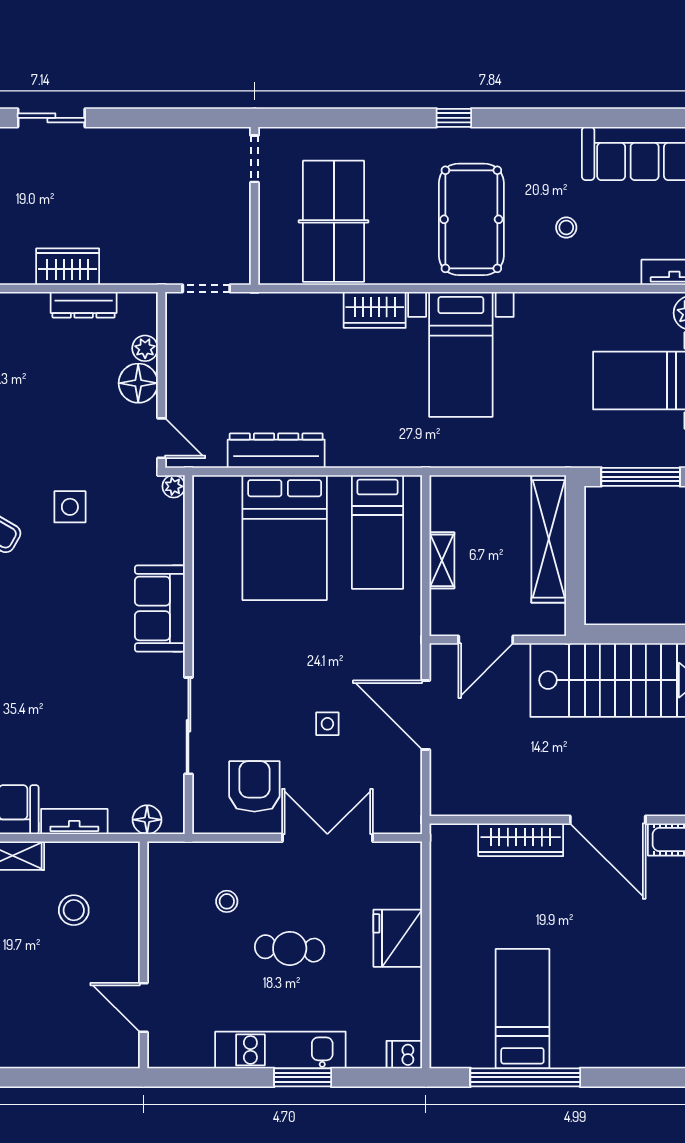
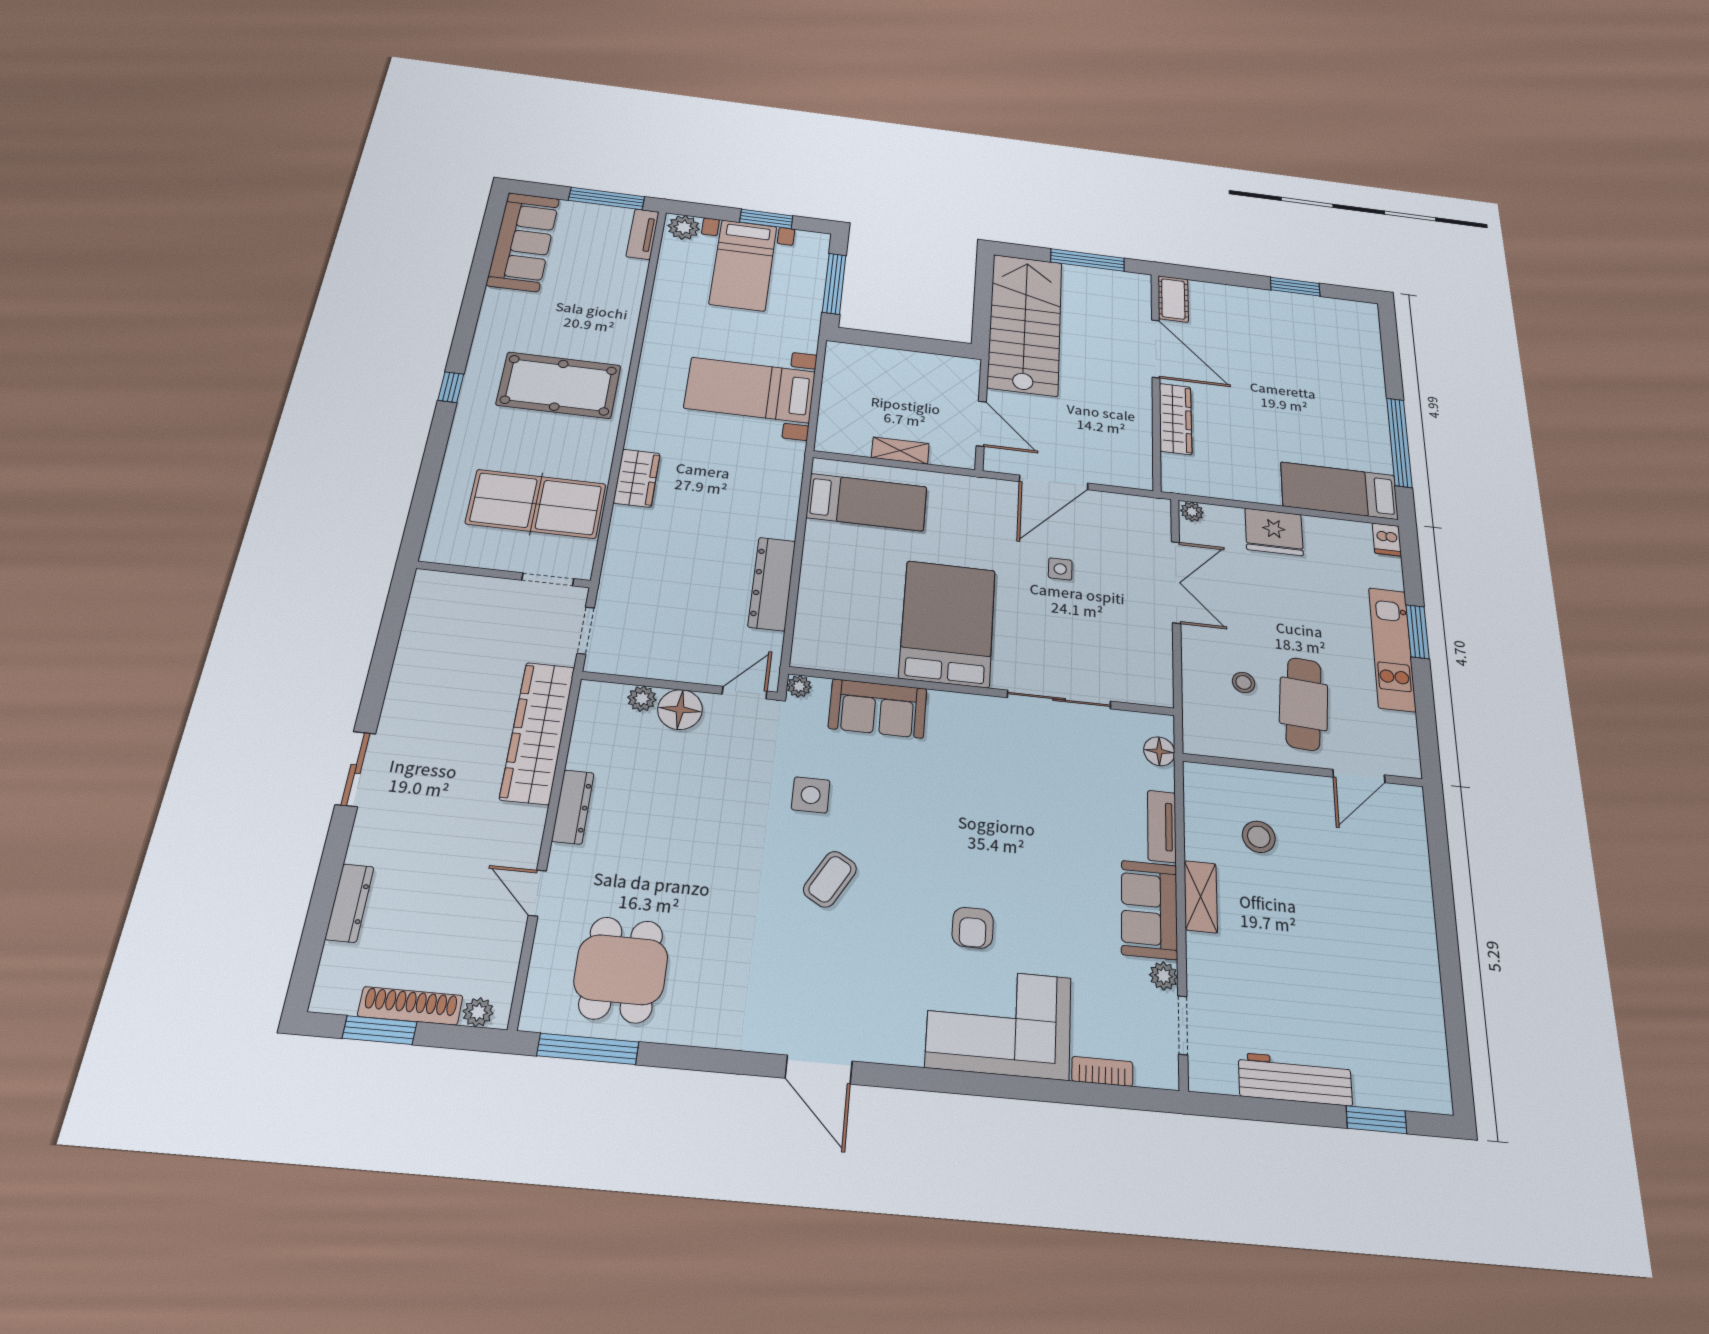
doorway: (255, 159) -> (548, 579), moved
stool: (566, 228) -> (583, 310), removed
wardrobe: (68, 267) -> (538, 732), width x2.10, depth x1.17
dresser: (84, 305) -> (573, 807), moved
bed with nightstands: (461, 354) -> (750, 390), moved, turned 180
bed: (285, 538) -> (948, 624), moved, turned -90
shelving: (549, 539) -> (887, 361), removed
sofa: (160, 608) -> (878, 708), moved
armchair: (254, 786) -> (1124, 643), removed
door: (608, 820) -> (1156, 349), hinge flipped
double door: (327, 838) -> (1176, 582), swing flipped
plant: (410, 855) -> (1192, 512), added
cafe table: (290, 948) -> (1304, 704), moved, width x1.37, depth x1.35
bed: (522, 1009) -> (1339, 491), moved

